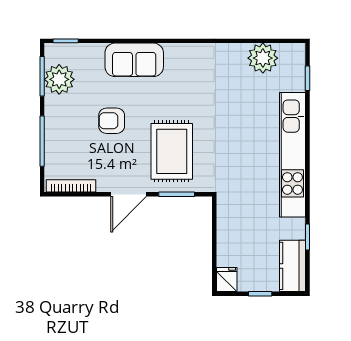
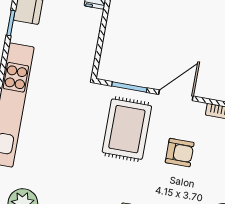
armchair: (112, 121) -> (180, 153), moved

